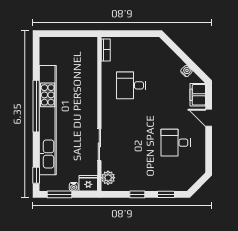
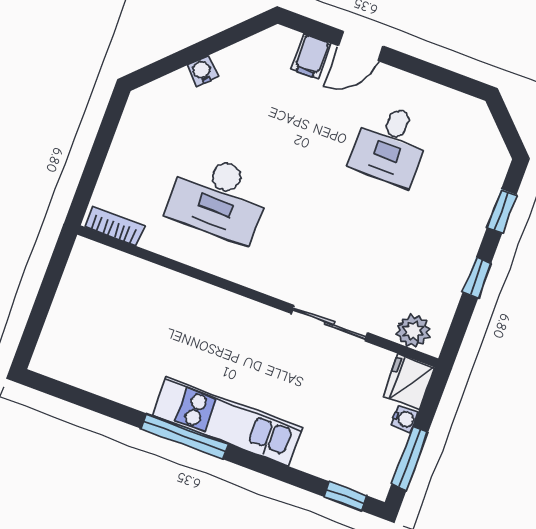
water cooler: (186, 71) -> (202, 71), moved
desk: (131, 85) -> (219, 198), width x1.37
filing cabinet: (198, 95) -> (311, 56), width x0.50
window: (36, 106) -> (185, 436), width x0.68
kitchen unit: (48, 120) -> (227, 422), width x0.54

